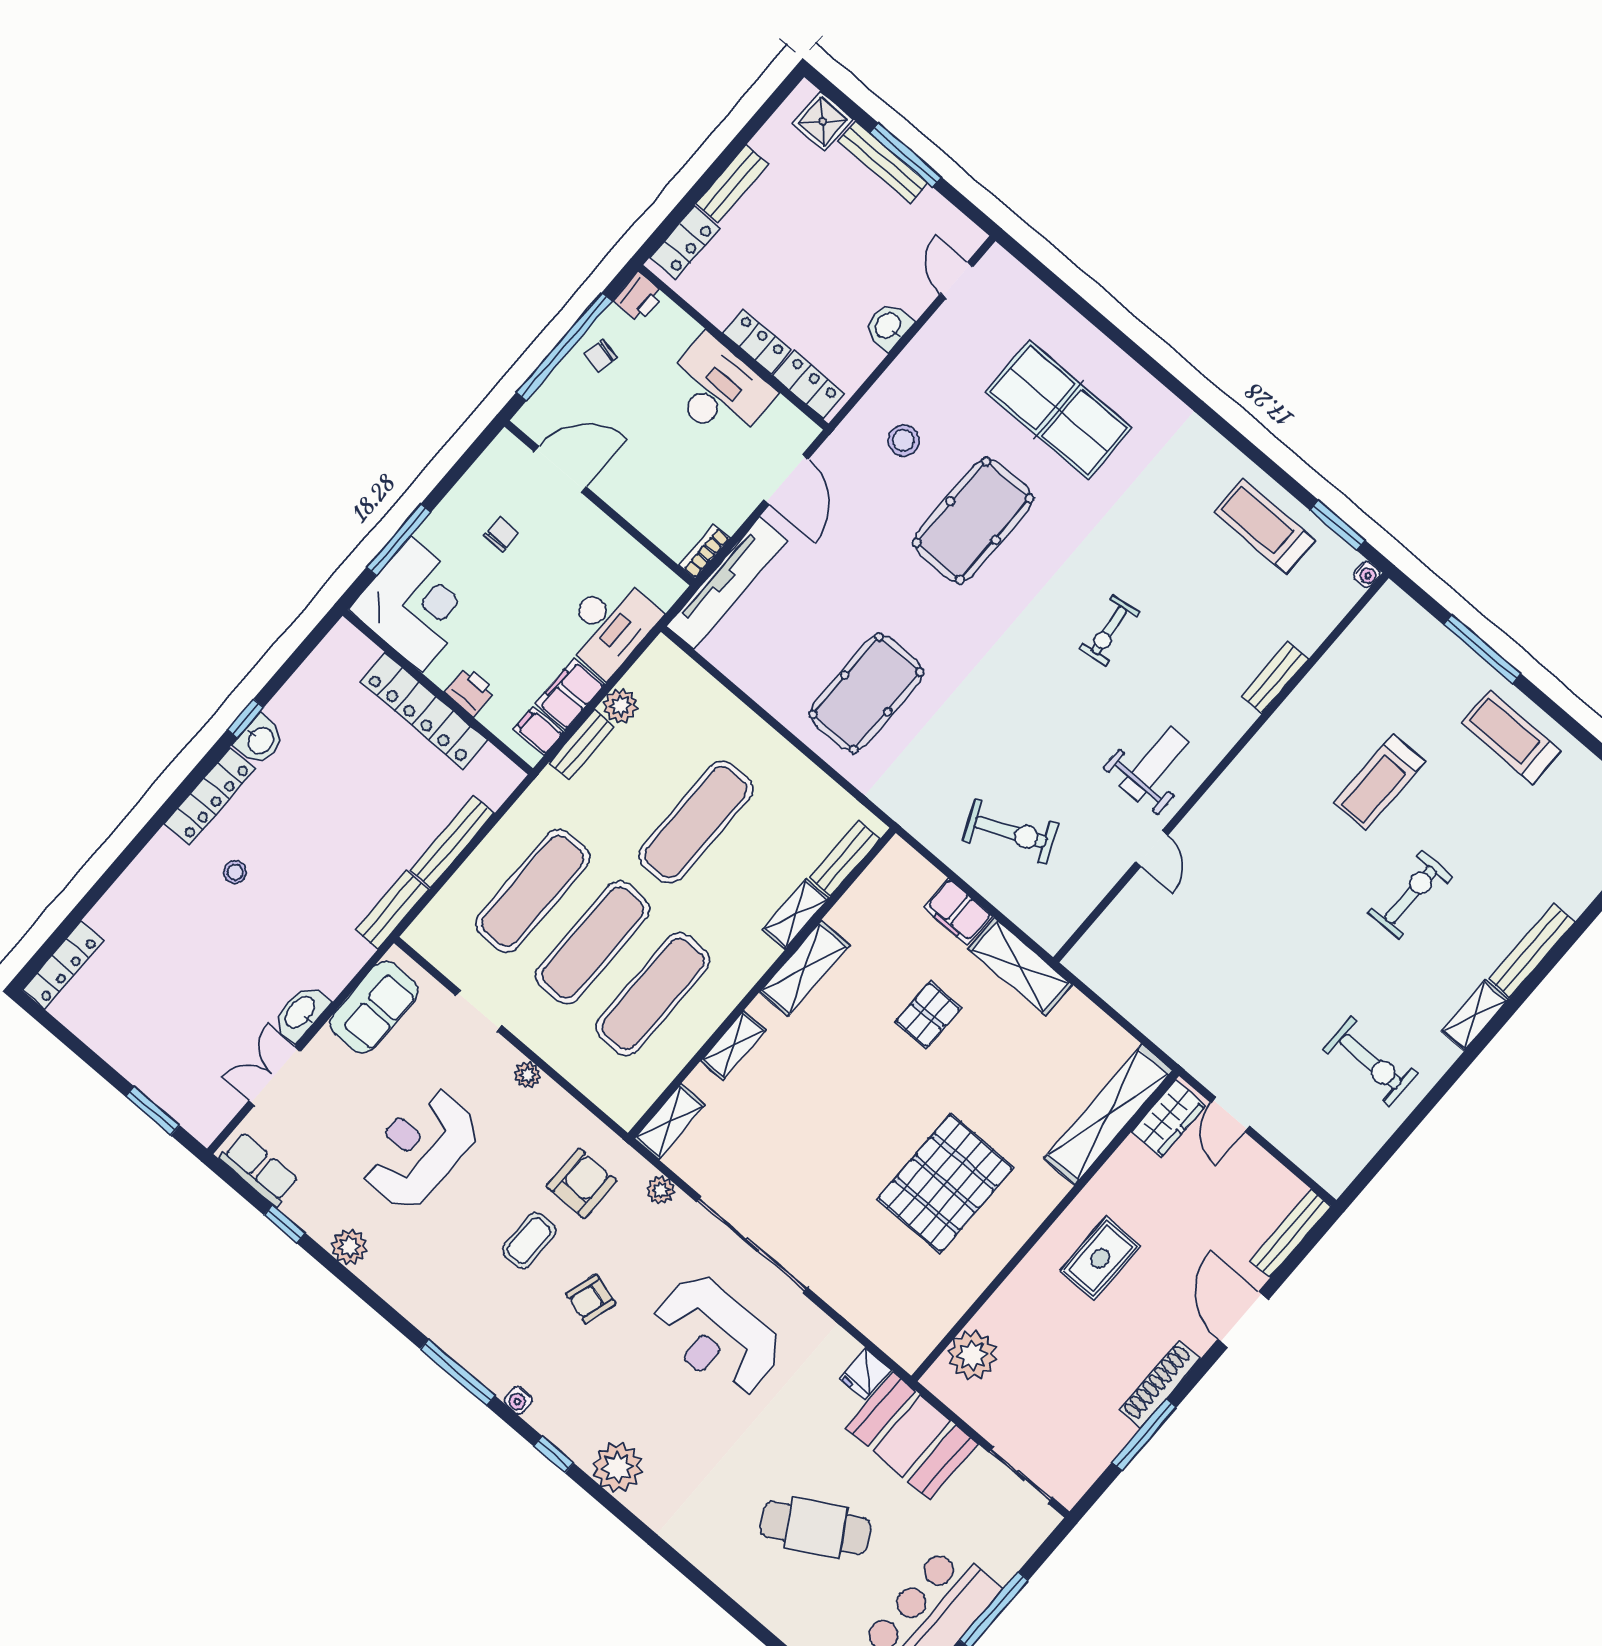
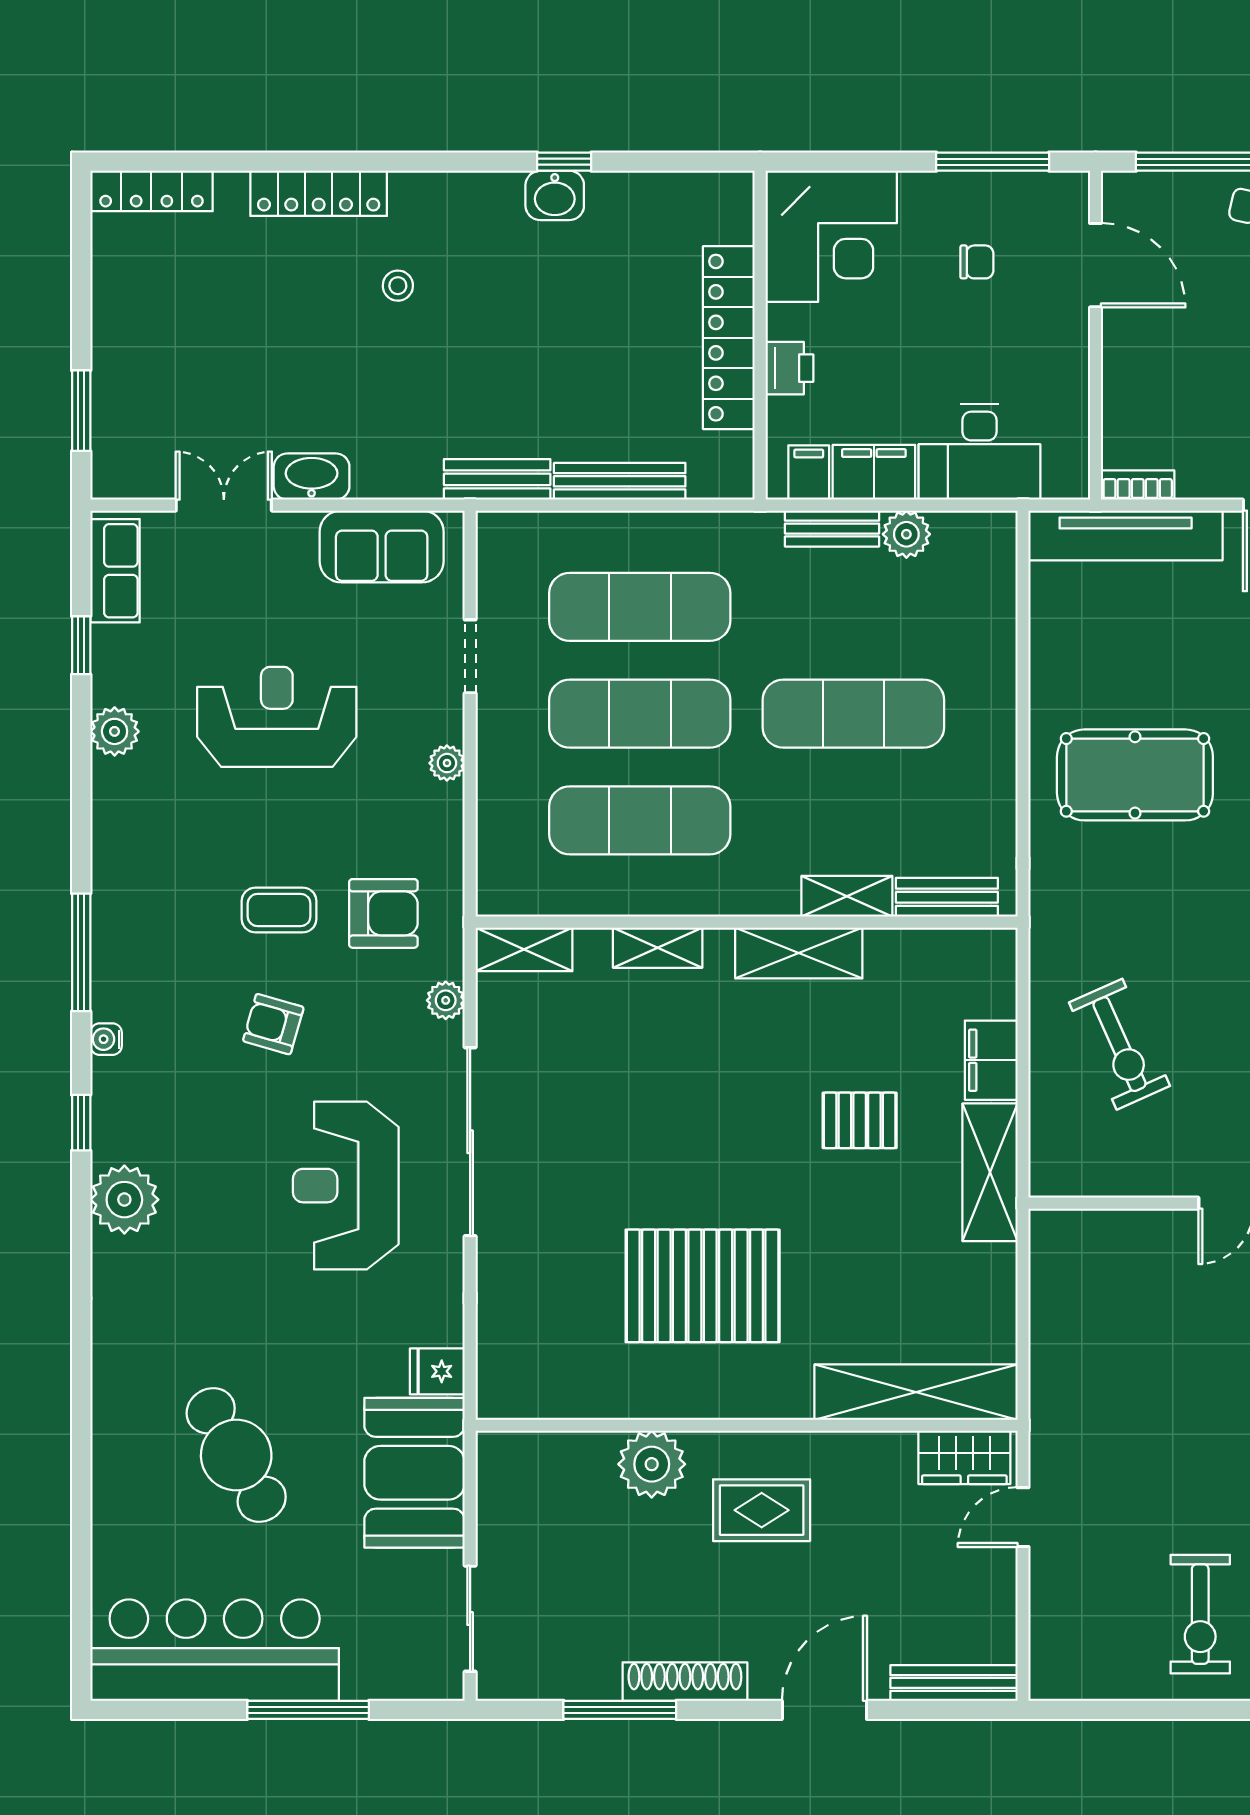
window: (399, 540) -> (993, 162), moved
locker: (210, 796) -> (319, 193), moved
plant: (972, 1355) -> (652, 1464), moved

